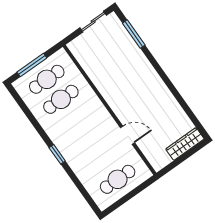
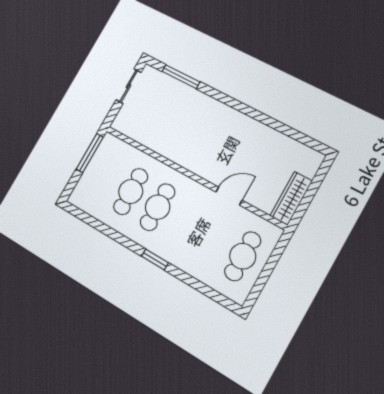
window: (32, 65) -> (90, 153), moved
cafe table: (47, 79) -> (158, 207), moved
wardrobe: (185, 144) -> (291, 198), moved

